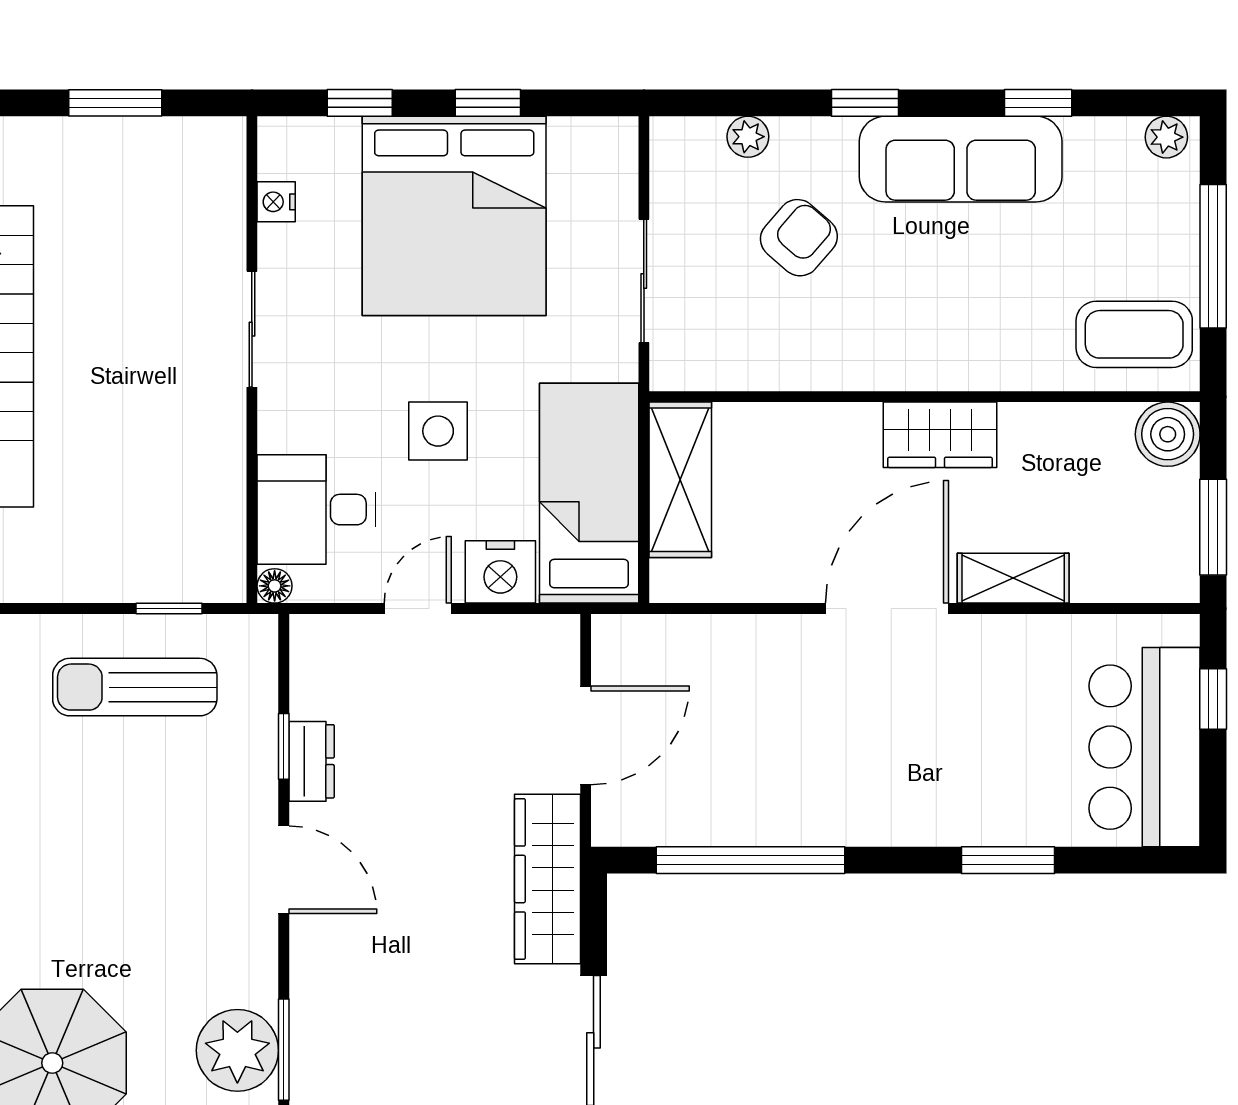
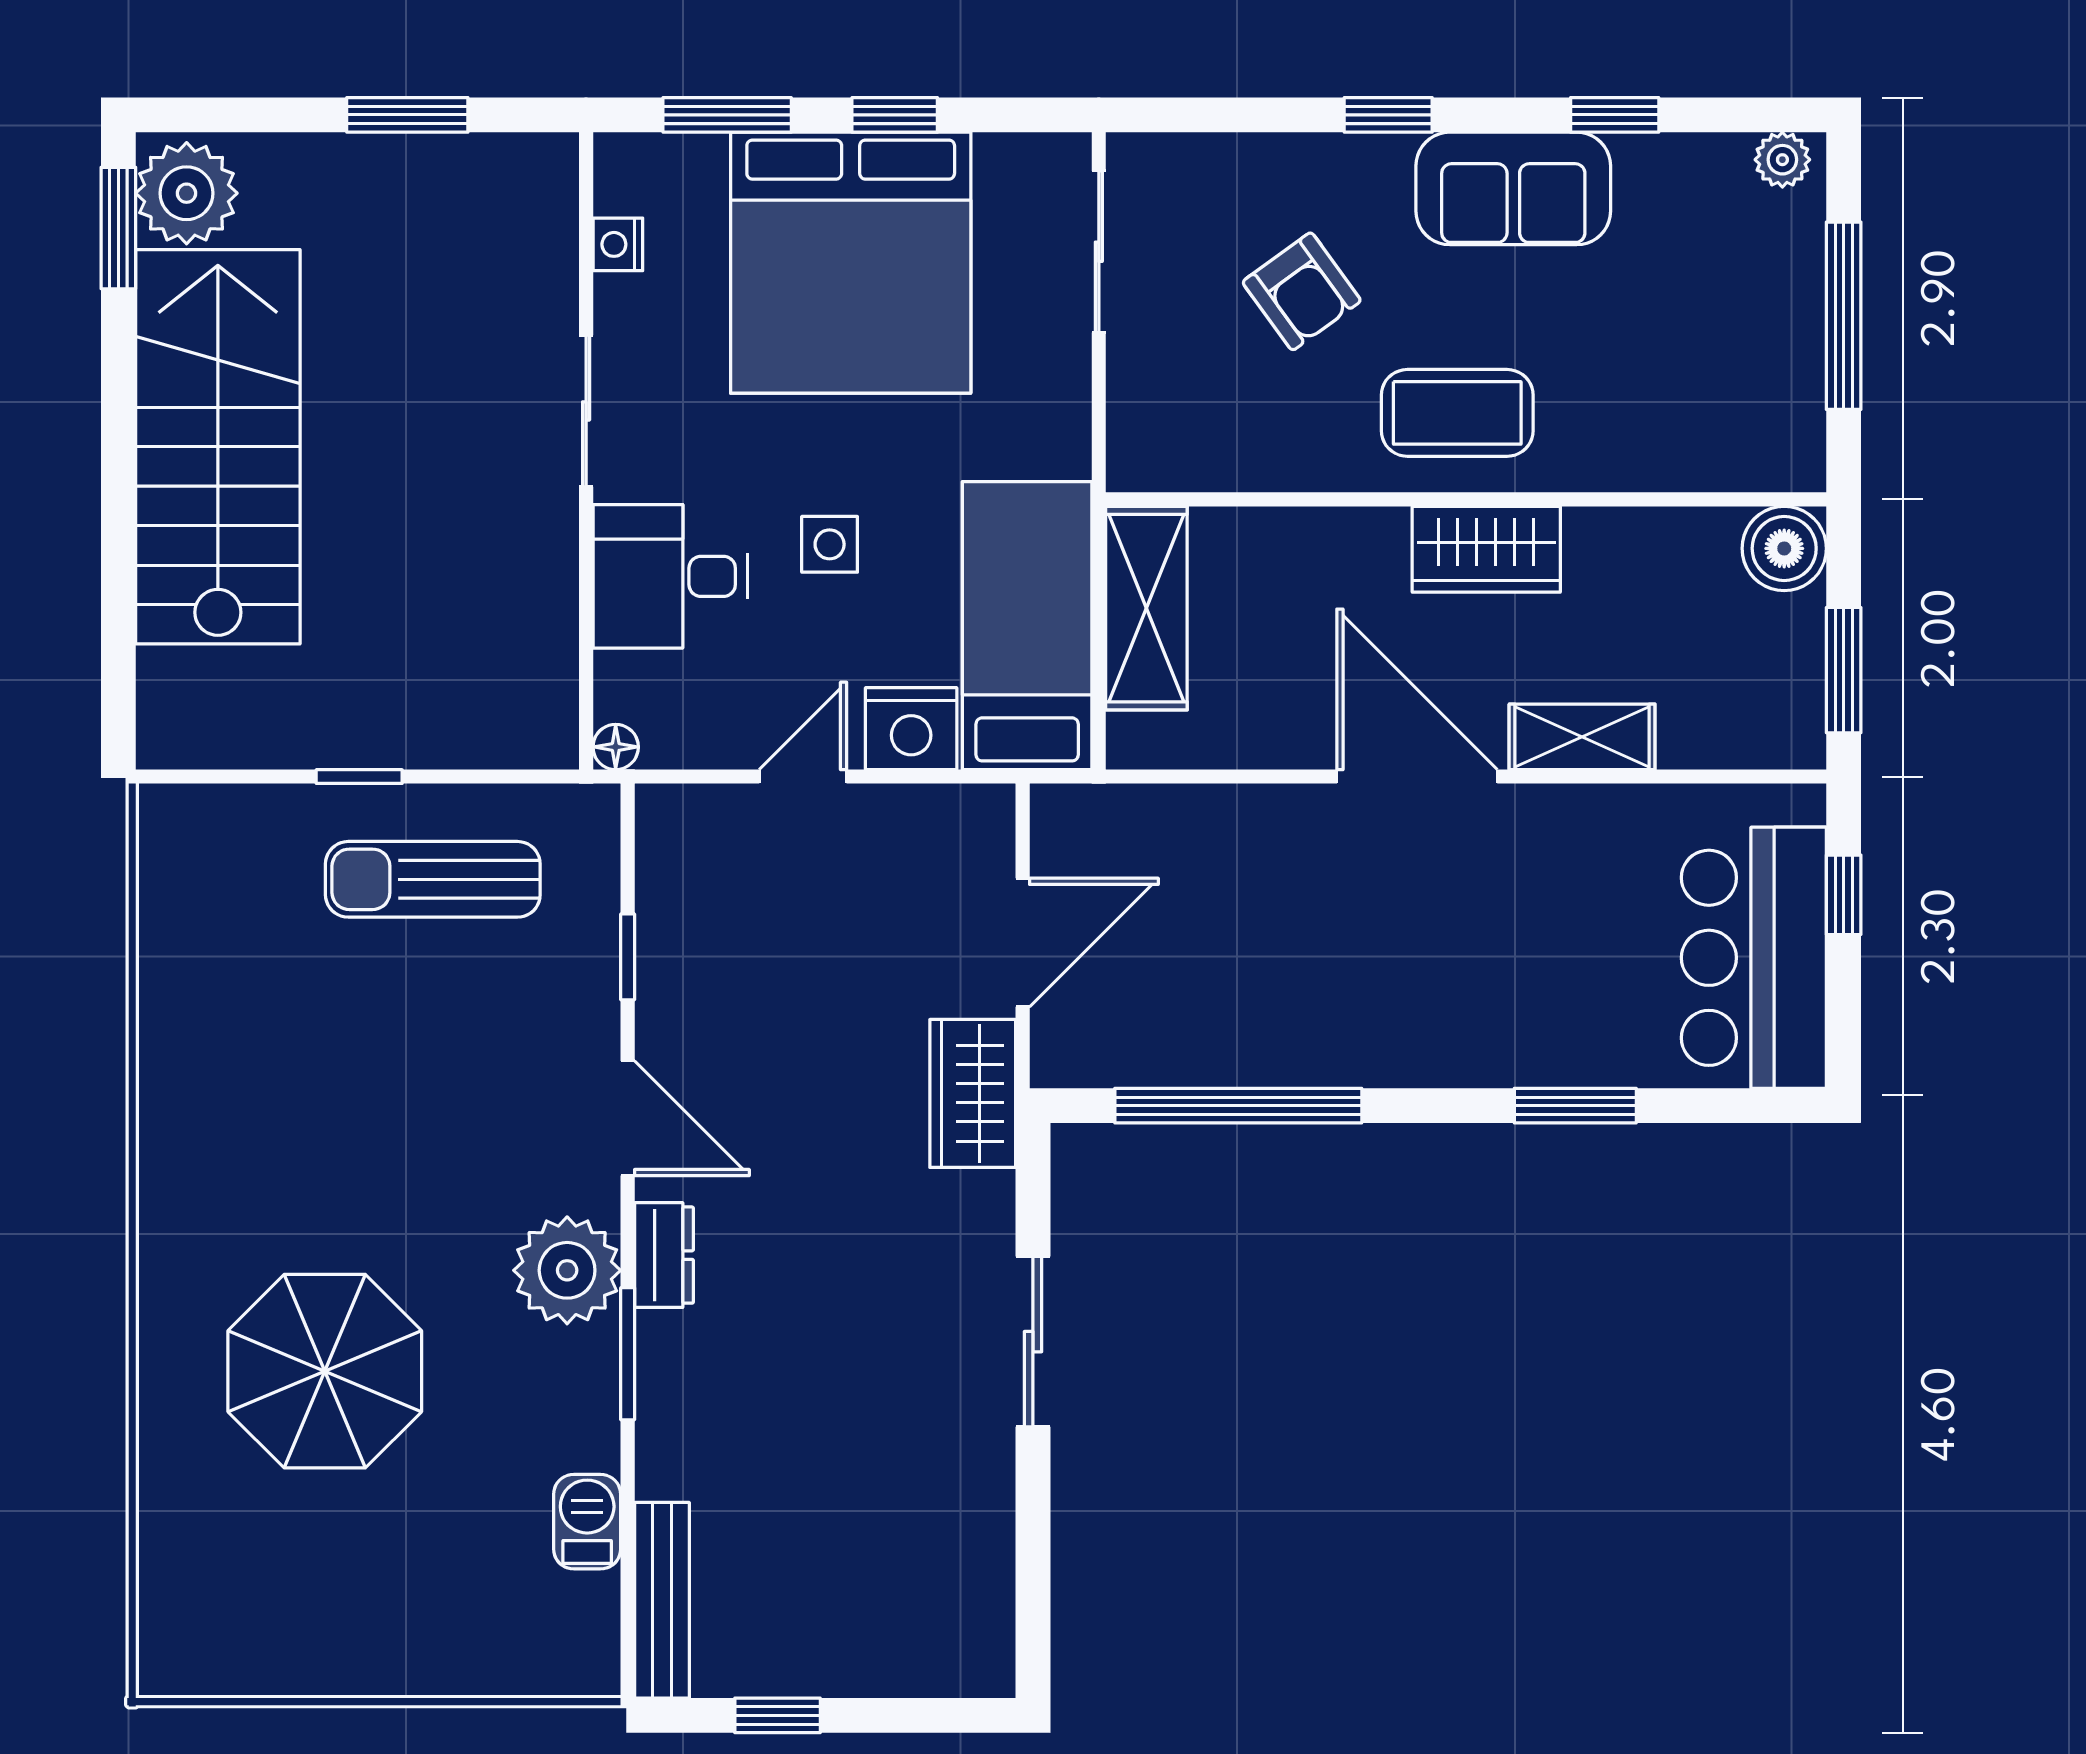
window: (360, 103) -> (727, 115), width x1.50
plant: (748, 137) -> (1235, 159), removed
sofa: (961, 159) -> (1513, 188), width x0.73
armchair: (799, 238) -> (1302, 291), turned 103
sliding door: (644, 281) -> (1099, 252), moved
coffee table: (1134, 334) -> (1457, 413), moved
side table: (438, 431) -> (830, 544), width x0.73, depth x0.73
desk: (316, 510) -> (670, 576), moved
window: (169, 609) -> (359, 777), moved
door: (887, 609) -> (1417, 777), hinge flipped
dresser: (312, 761) -> (664, 1255), moved
wardrobe: (547, 879) -> (973, 1093), width x0.67
plant: (237, 1050) -> (567, 1270), moved

